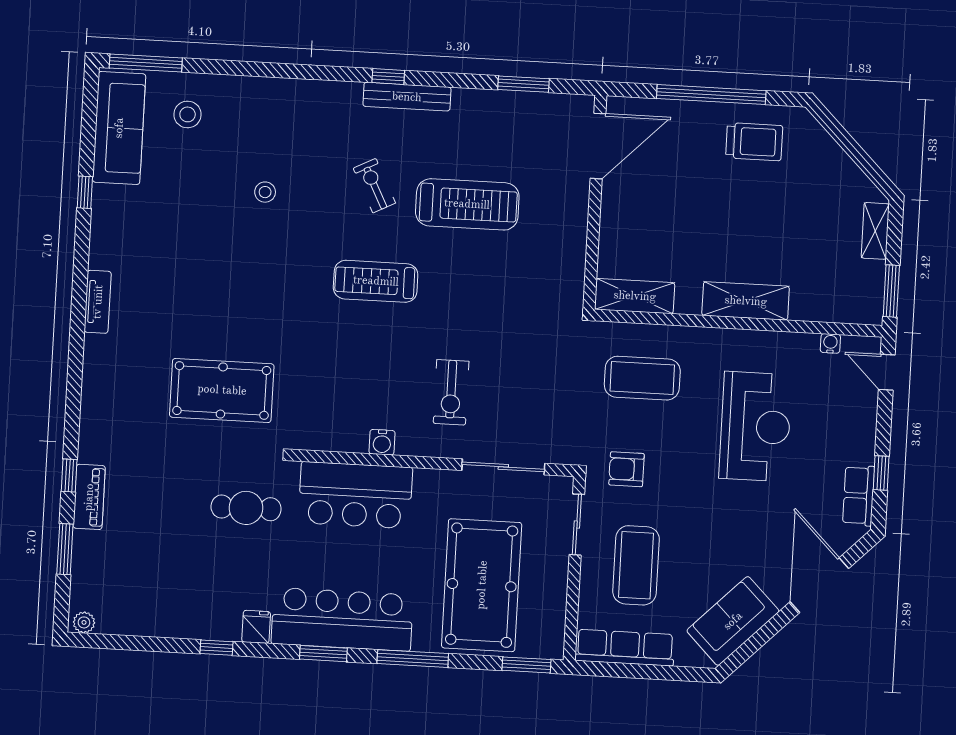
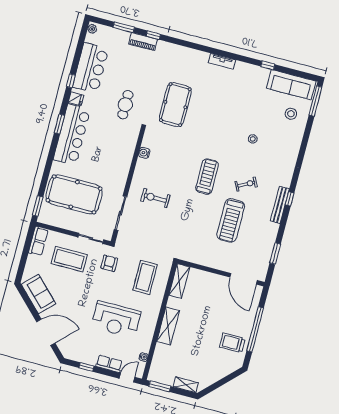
trolley: (754, 142) -> (232, 343), turned 90
water cooler: (382, 442) -> (144, 153), moved
bar counter: (355, 495) -> (91, 68), moved, turned 180
row of seats: (859, 496) -> (109, 364), moved
row of seats: (625, 648) -> (38, 241), width x0.68
window: (413, 659) -> (50, 160), removed

